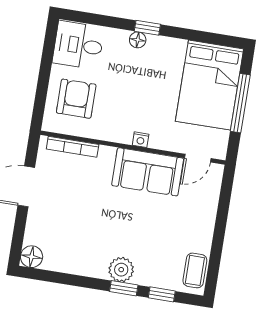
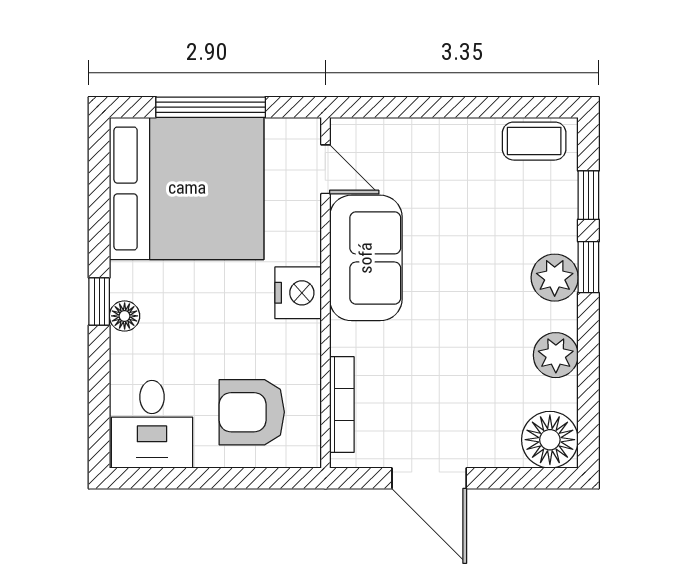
bed: (209, 85) -> (187, 188), width x1.36
nightstand: (141, 140) -> (298, 293), width x1.89, depth x1.79
floor lamp: (32, 257) -> (550, 440), width x1.38, depth x1.38
plant: (80, 264) -> (556, 355), added

